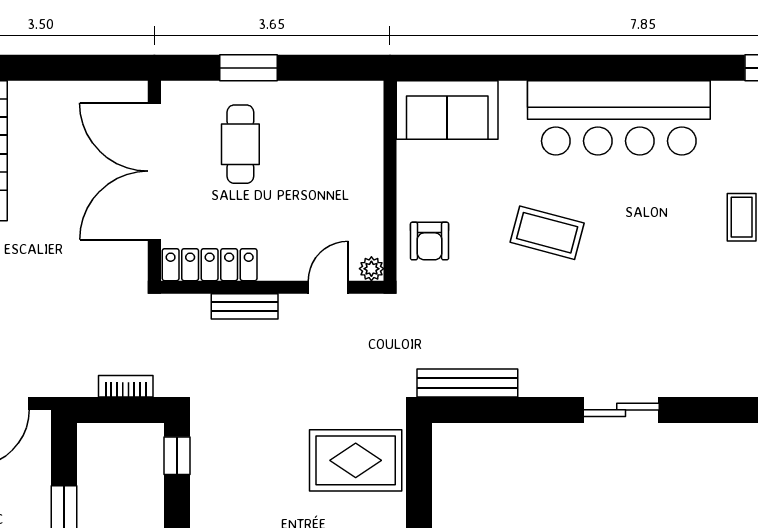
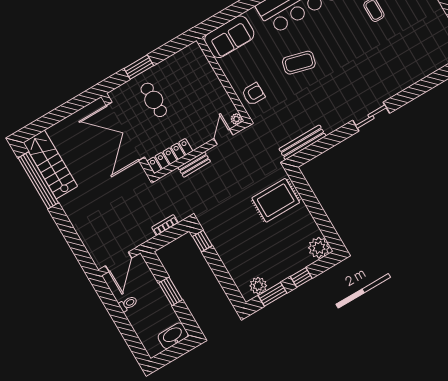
armchair: (430, 241) -> (253, 94), turned -90

